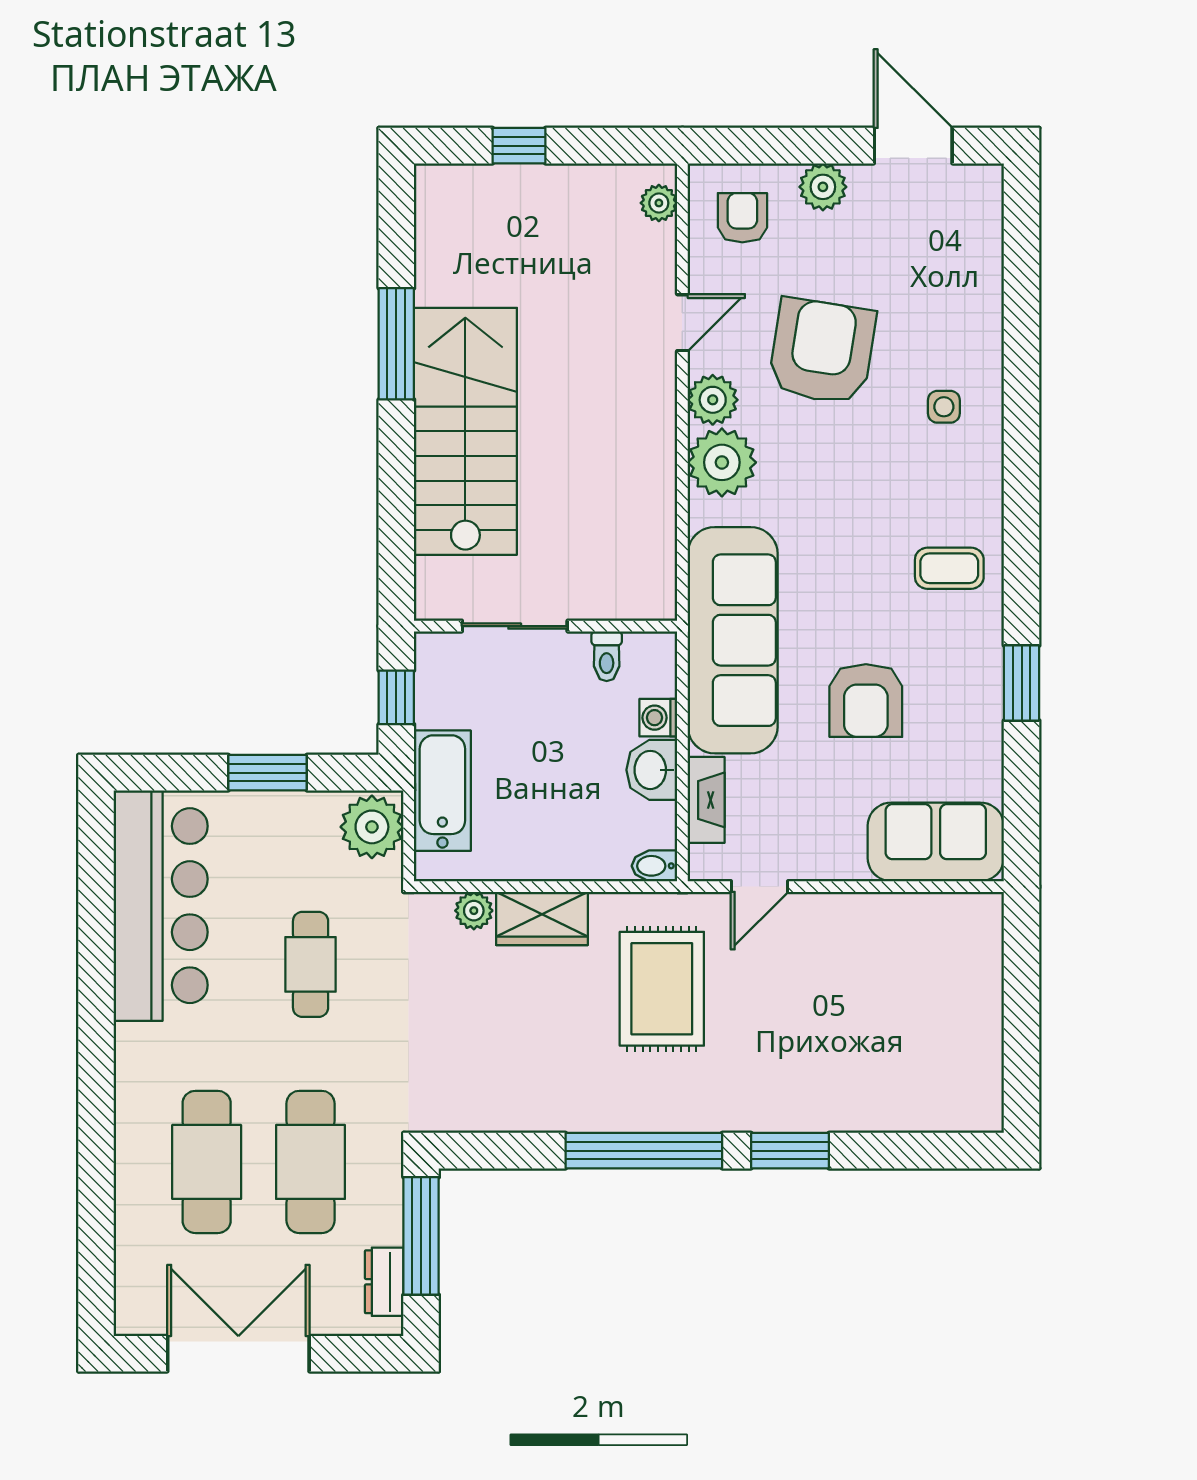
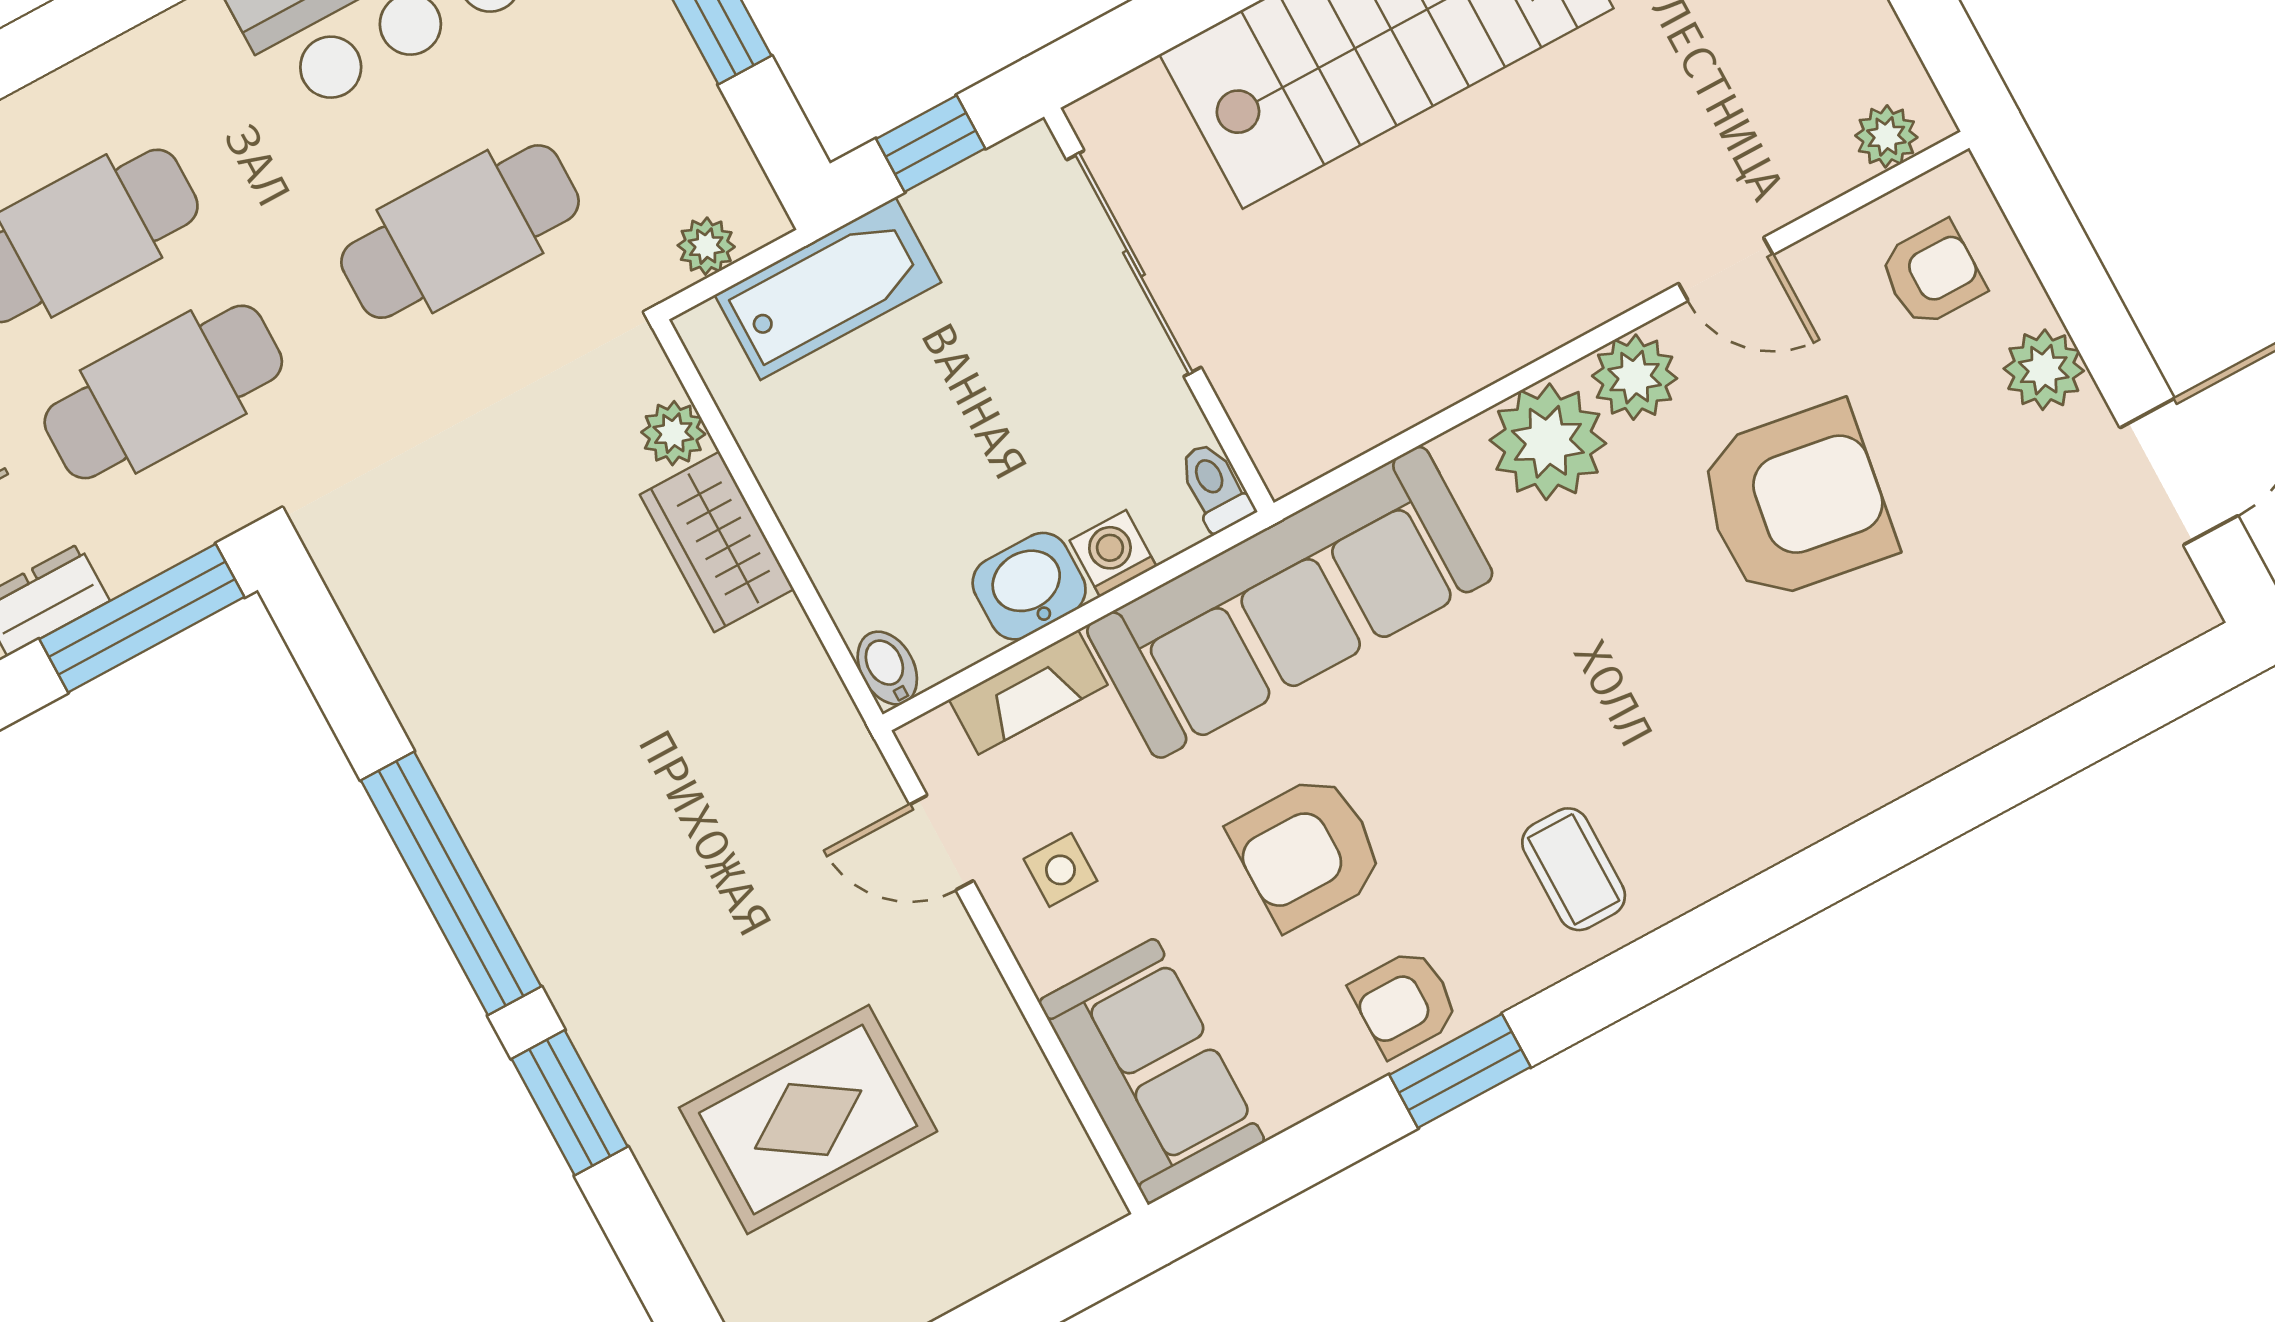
side table: (944, 407) -> (1060, 870), moved
sliding door: (515, 626) -> (1134, 263), width x1.37
toilet: (607, 656) -> (1215, 487), moved, turned 90
armchair: (971, 693) -> (1405, 1003), added
plant: (372, 827) -> (706, 246), width x0.53, depth x0.53
cafe table: (311, 964) -> (460, 232), width x1.37, depth x1.35
rug: (662, 989) -> (808, 1119), moved

